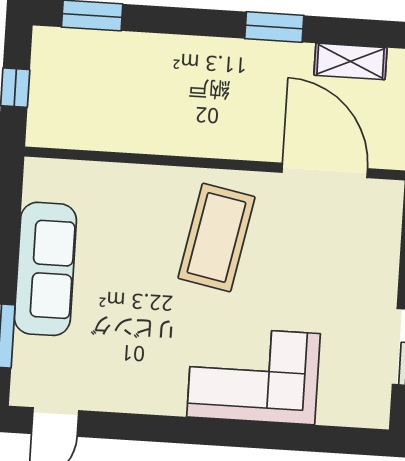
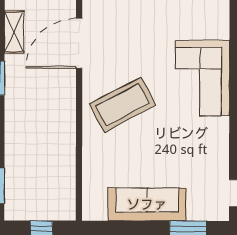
coffee table: (216, 237) -> (123, 105), turned -39

